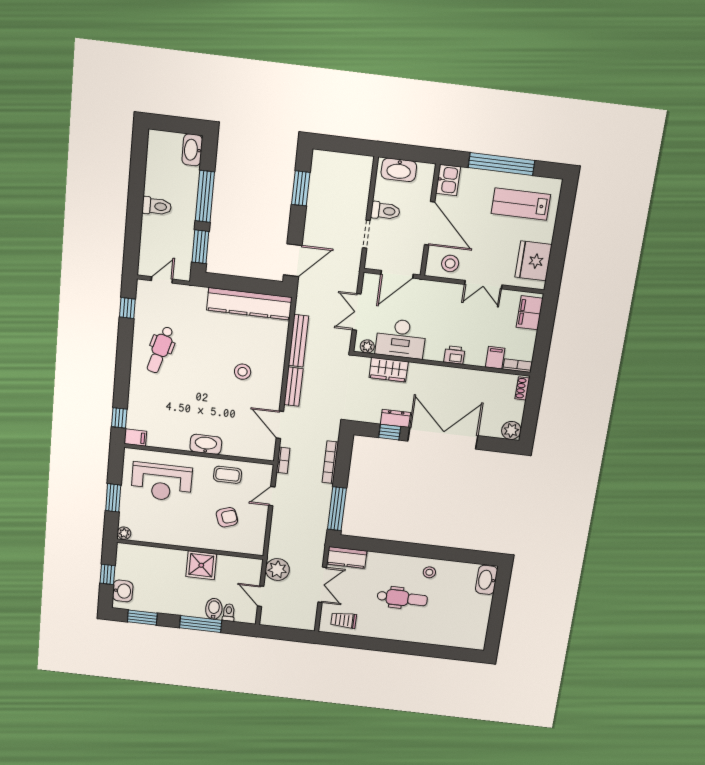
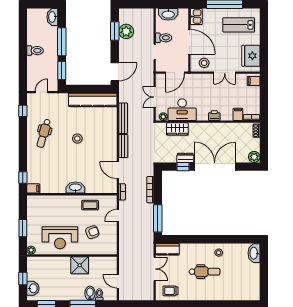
filing cabinet: (530, 313) -> (254, 81), width x0.50
stool: (243, 372) -> (77, 139), moved
reception desk: (162, 482) -> (60, 238), moved
plant: (277, 569) -> (126, 31), moved

